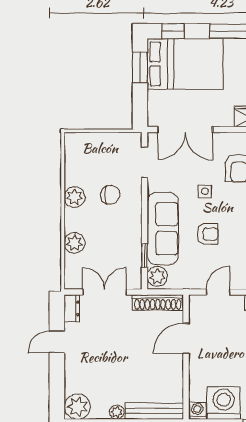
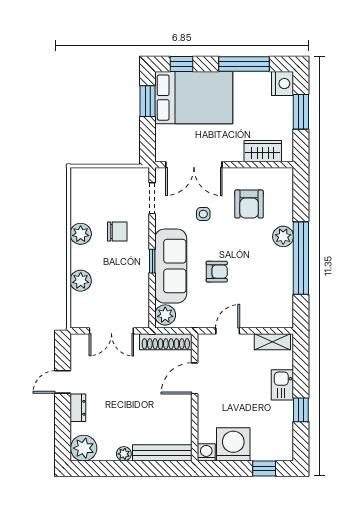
side table: (205, 191) -> (203, 214), moved
window: (144, 256) -> (152, 261), moved
double door: (105, 292) -> (111, 331), swing flipped
dresser: (72, 308) -> (78, 408), moved

